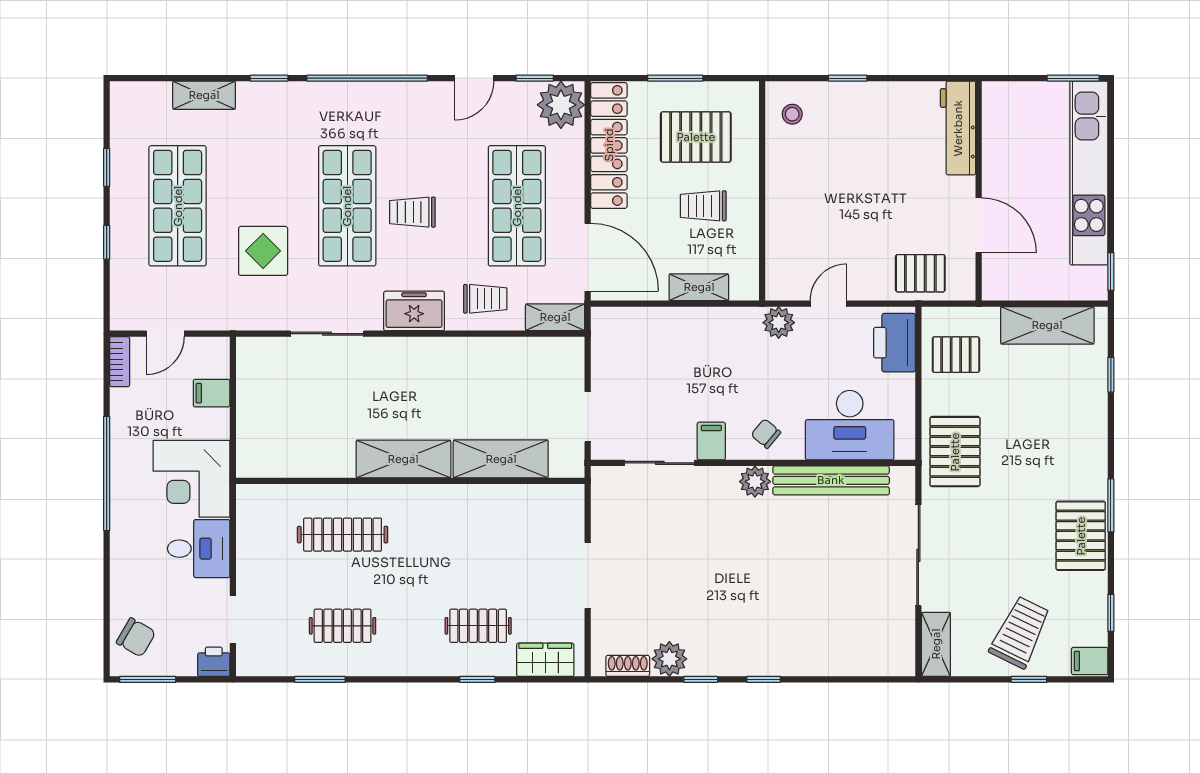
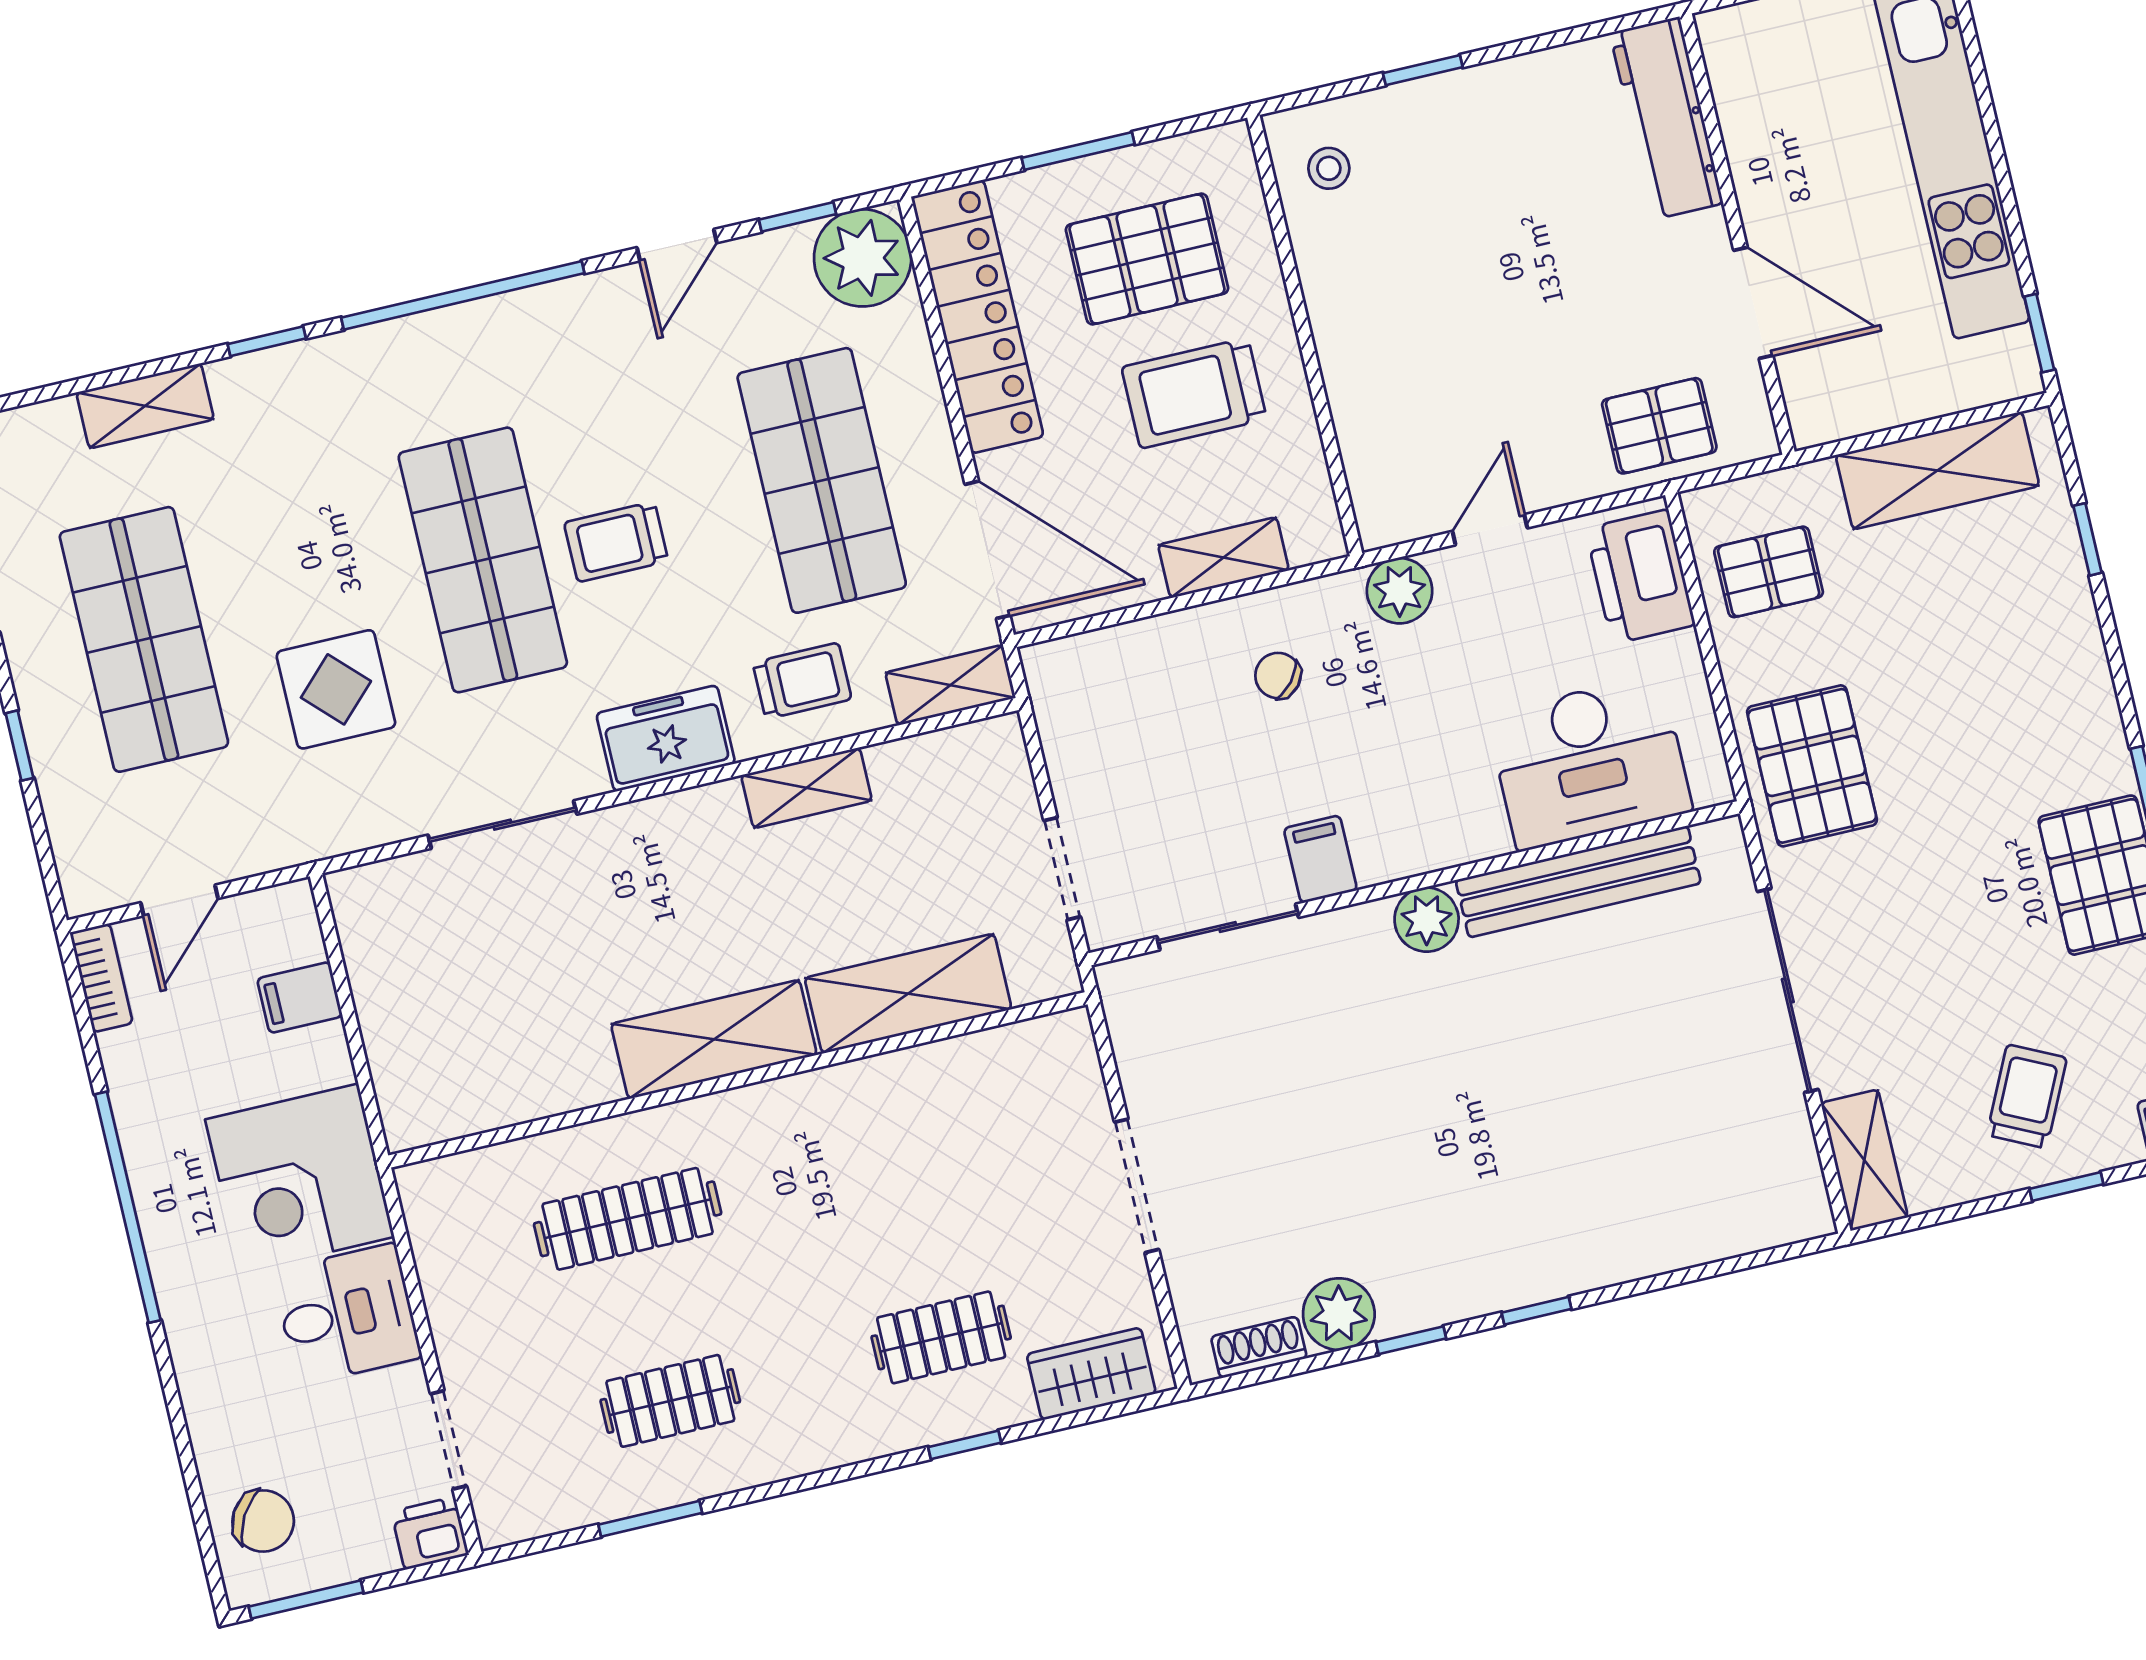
trolley: (703, 206) -> (1194, 393), width x1.36, depth x1.39
shelving: (475, 350) -> (807, 788), added
chair: (766, 434) -> (1278, 675), moved
trolley: (1020, 632) -> (2027, 1096), width x0.73, depth x0.72

